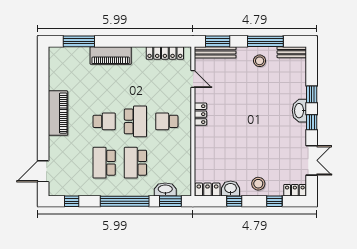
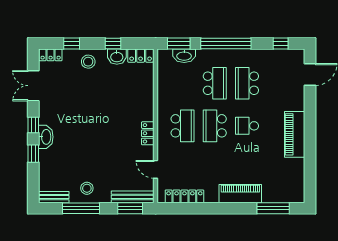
school desk: (167, 121) -> (183, 126), width x1.85
school desk: (104, 163) -> (247, 83), turned 180

